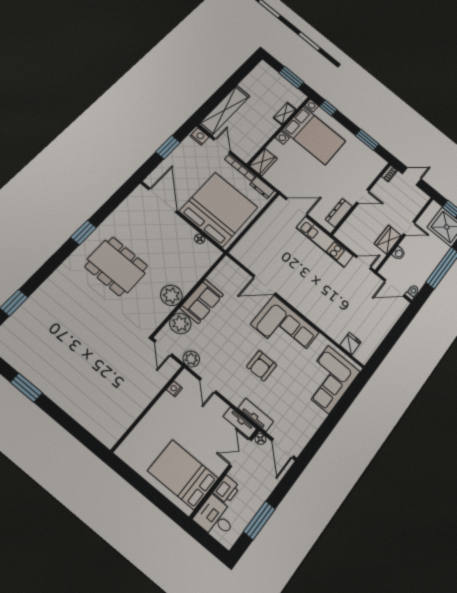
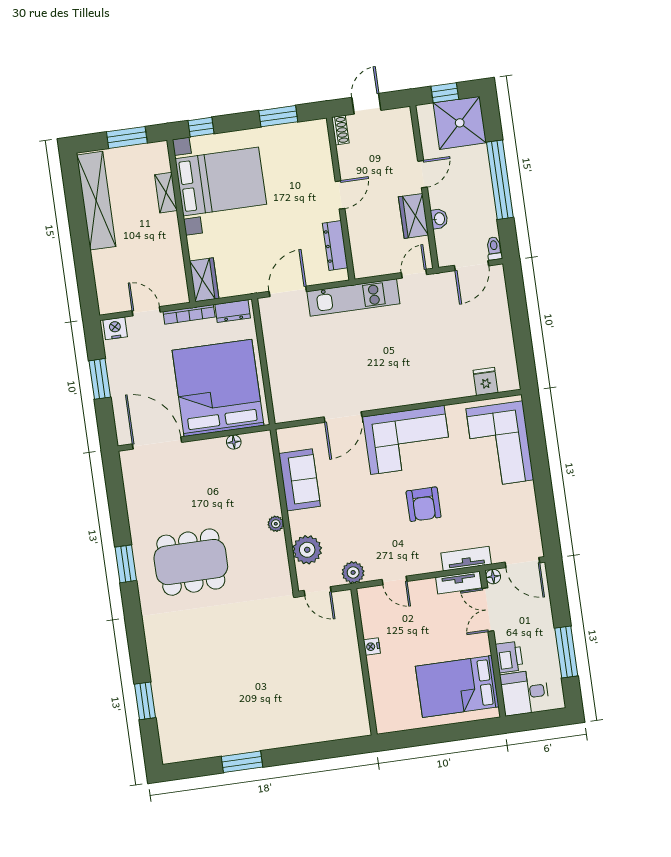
shelving: (225, 110) -> (96, 201), moved
plant: (171, 295) -> (276, 524), width x0.53, depth x0.53
sofa: (202, 301) -> (300, 480), moved
nightstand: (174, 389) -> (372, 646), moved

